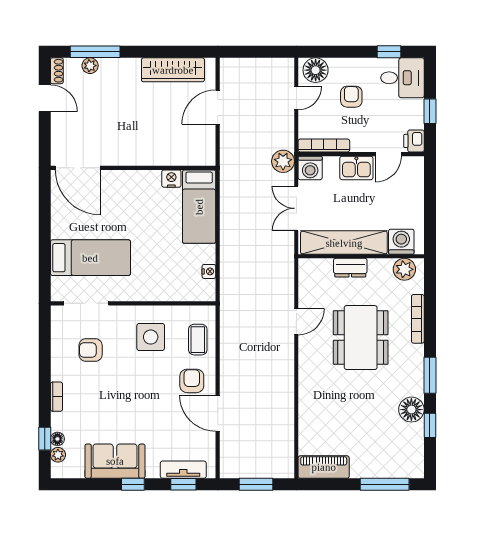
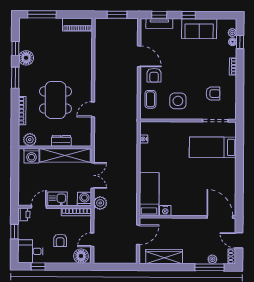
door: (78, 168) -> (220, 217), moved
wall: (133, 168) -> (188, 217), moved
nightstand: (171, 179) -> (165, 210), moved
bed: (199, 207) -> (149, 194), moved

